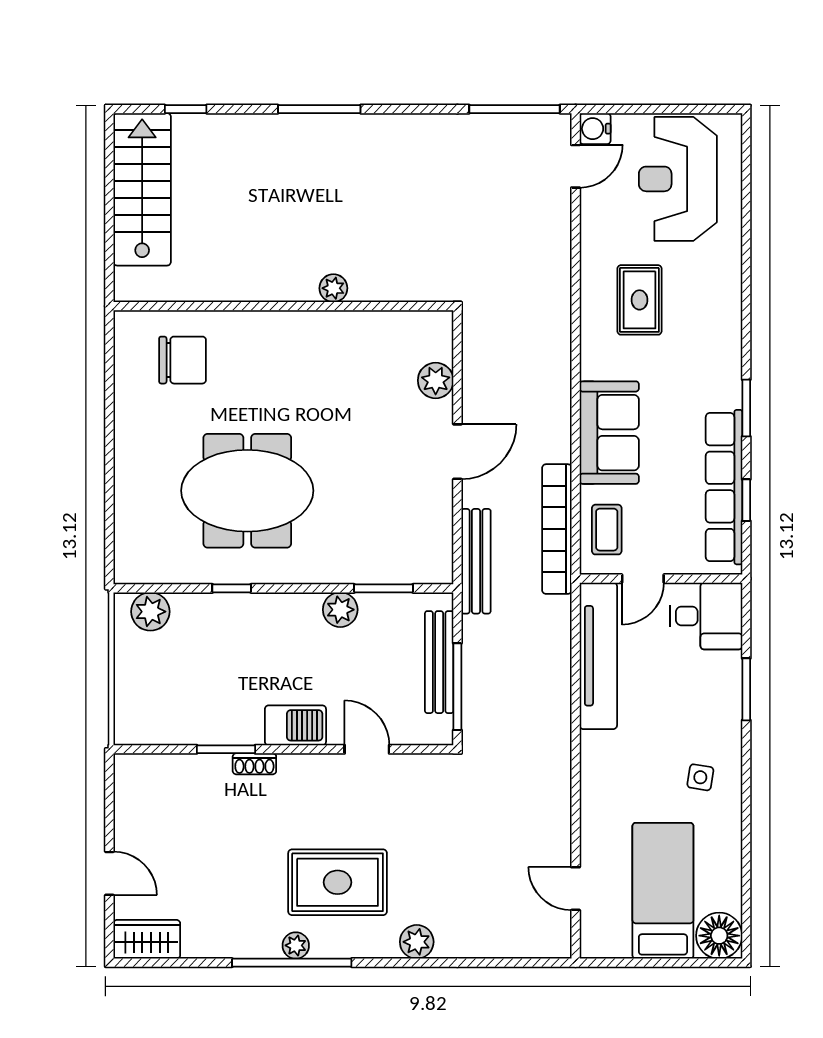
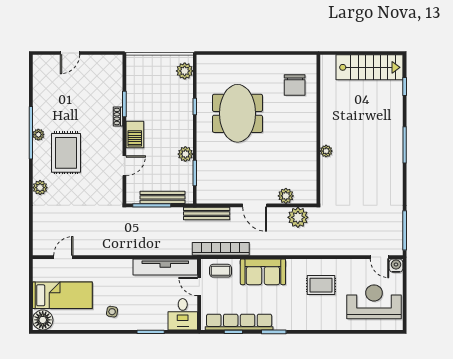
plant: (485, 353) -> (298, 217), added
wardrobe: (147, 939) -> (41, 69), removed

